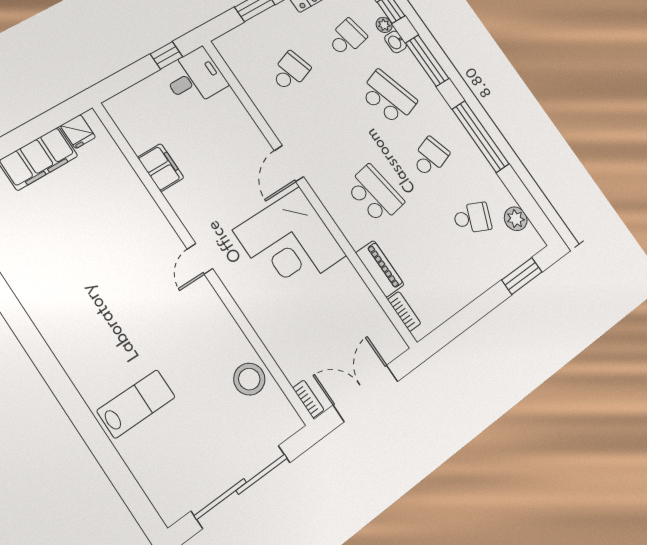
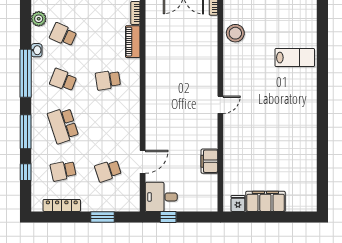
plant: (384, 25) -> (36, 166), removed
washbasin: (396, 42) -> (37, 50), moved
school desk: (430, 157) -> (63, 80), turned 39
door: (289, 164) -> (143, 162), moved
school desk: (375, 194) -> (108, 80), width x0.54
corner desk: (290, 243) -> (170, 84), removed
lab bench: (136, 404) -> (295, 58), turned 180

